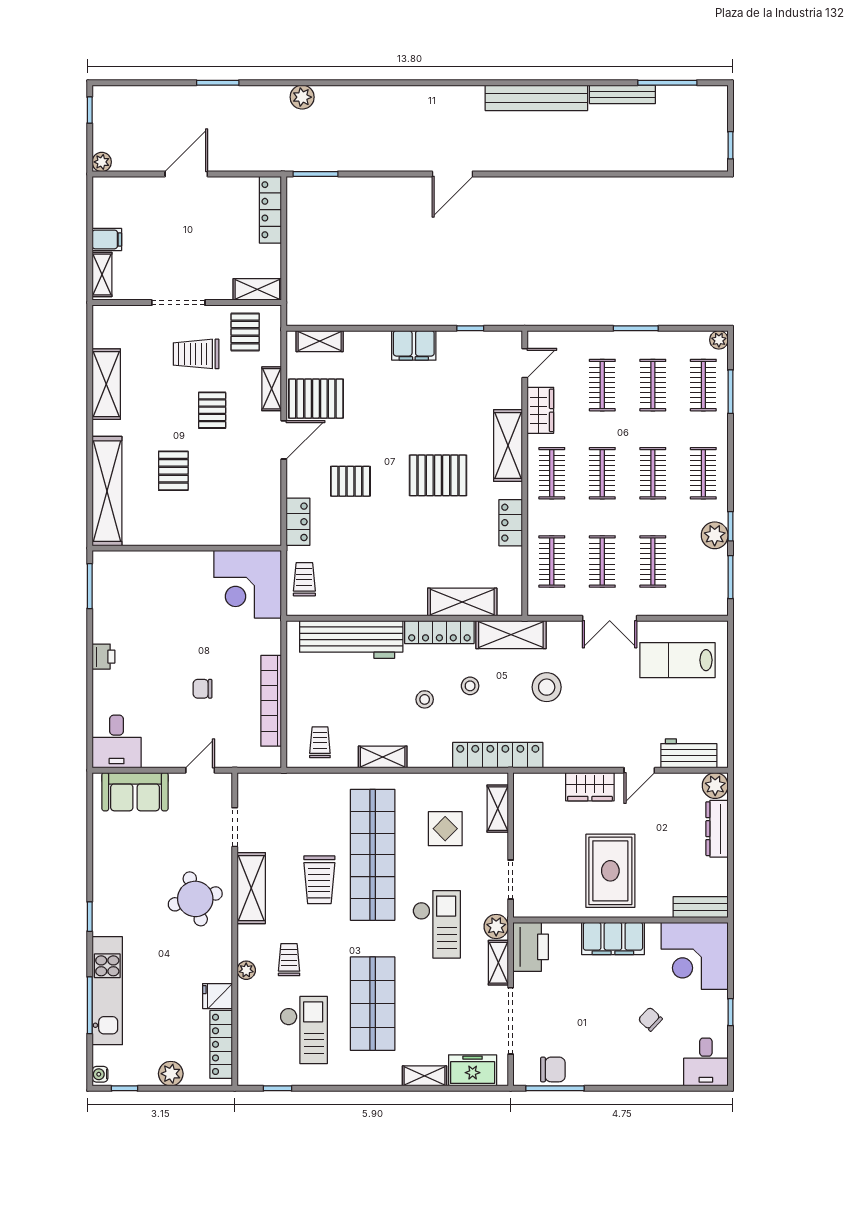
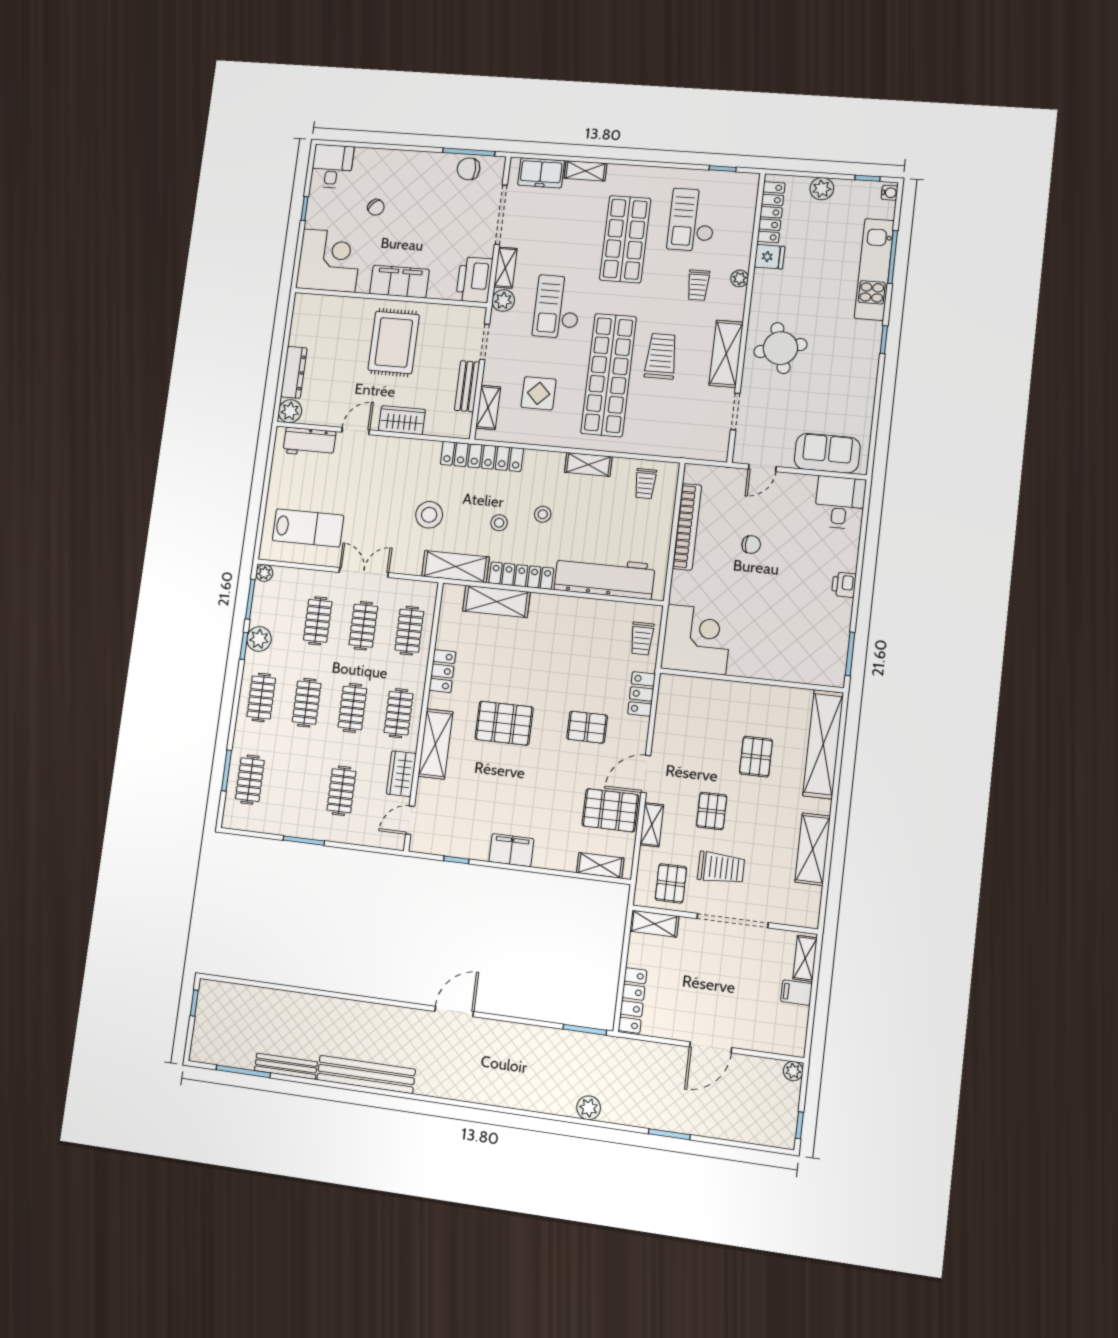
doorway: (178, 303) -> (733, 921), width x1.36
plant: (719, 340) -> (264, 573), moved
clothes rail: (653, 385) -> (296, 785), removed
bench: (701, 907) -> (467, 386), moved, turned 90

